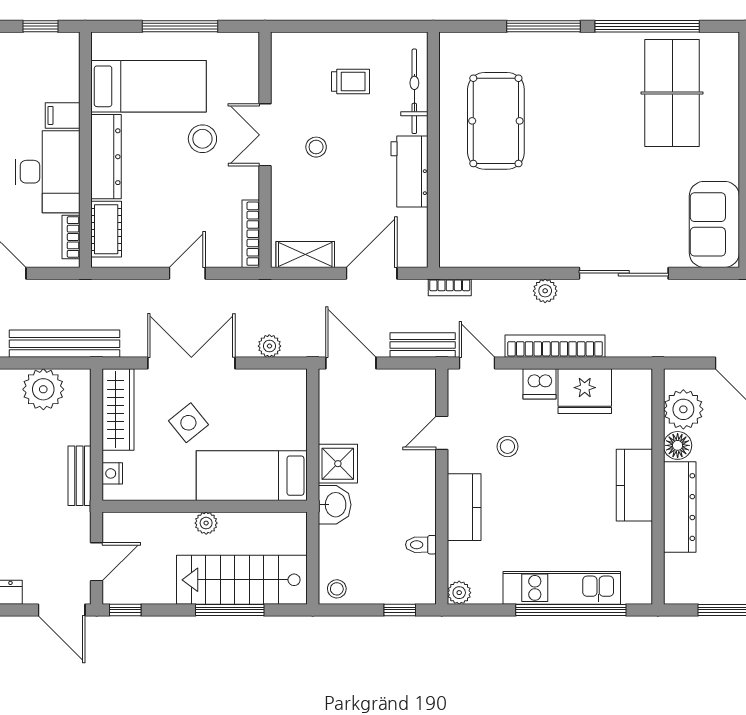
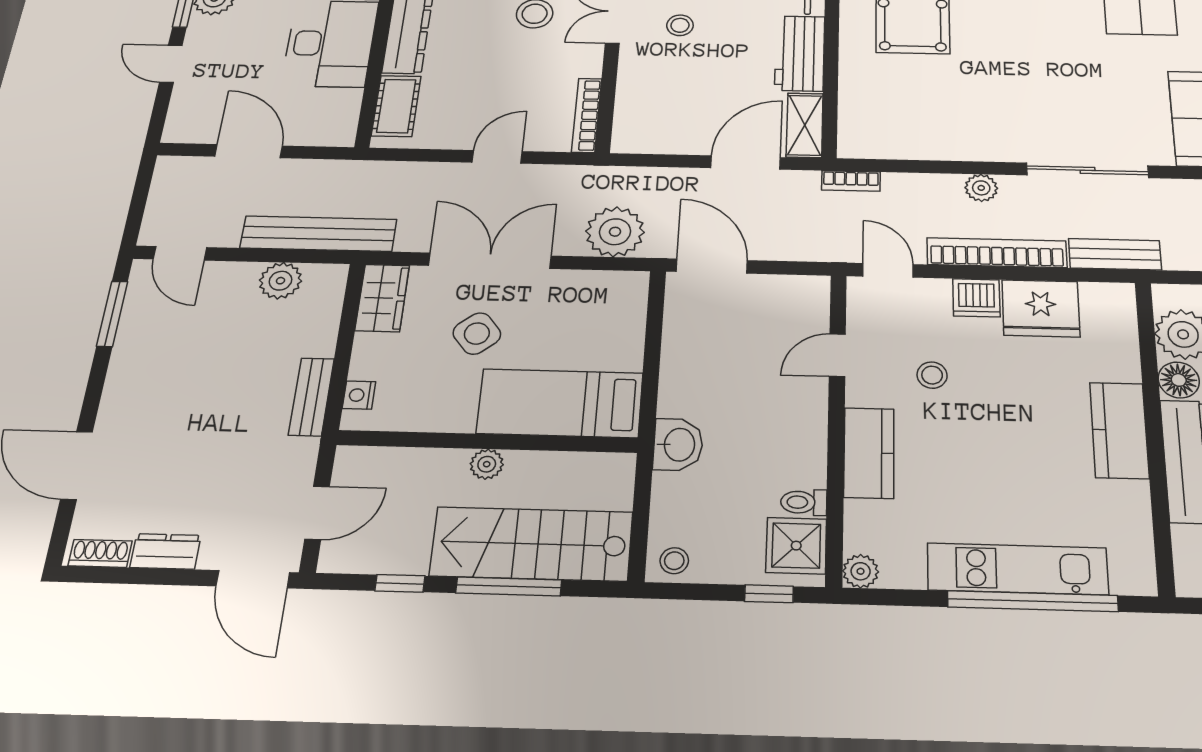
bookcase: (71, 237) -> (348, 113), removed
shelving: (305, 254) -> (805, 125), moved, turned 90
bench: (423, 345) -> (1115, 254), moved
plant: (269, 346) -> (615, 232), width x1.87, depth x1.87
plant: (43, 389) -> (280, 281), width x0.73, depth x0.73
wardrobe: (118, 410) -> (382, 298), width x0.67
shower: (338, 464) -> (796, 546), moved
window: (125, 610) -> (400, 583), moved

